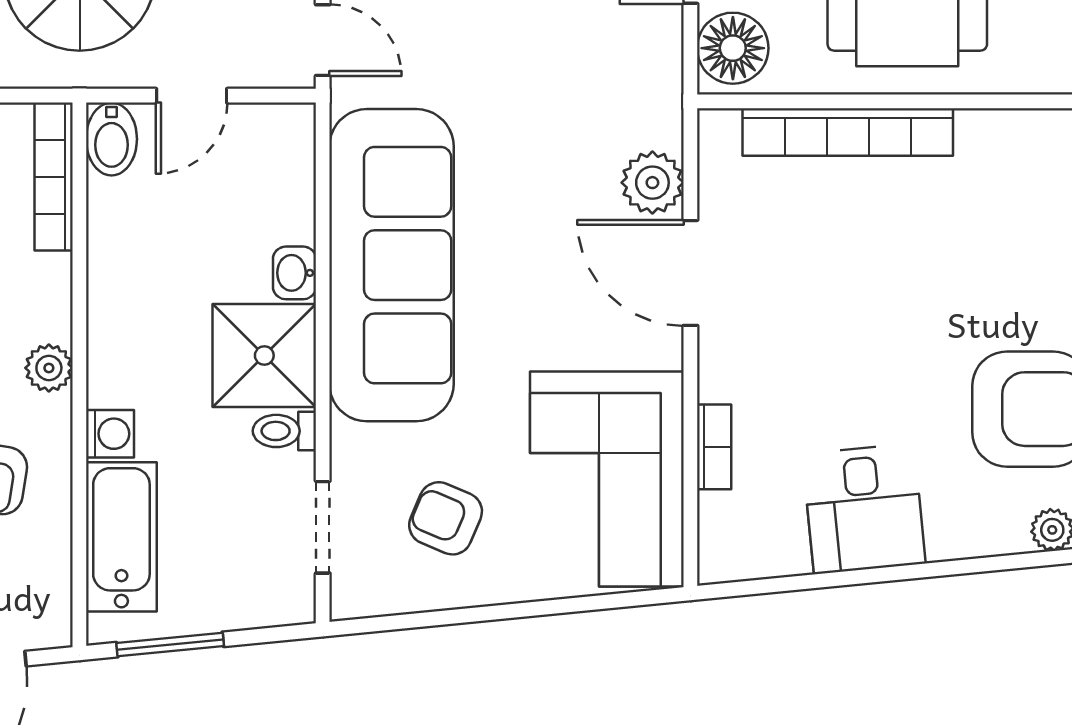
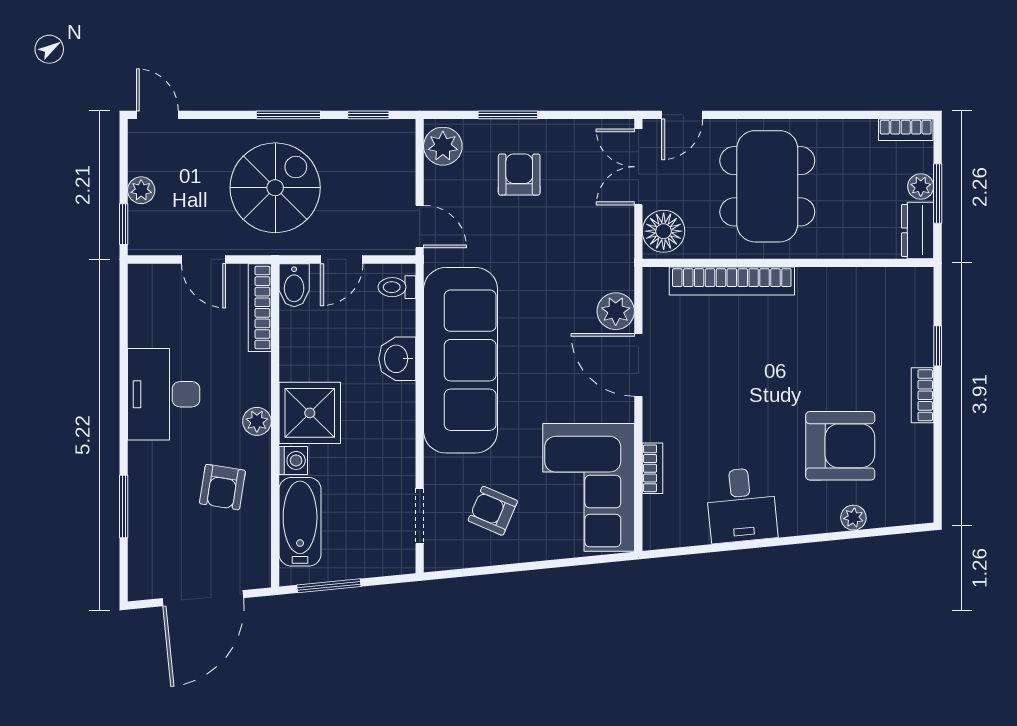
washbasin: (294, 273) -> (397, 359), width x1.38, depth x1.45
shower: (264, 356) -> (310, 413), moved
toilet: (284, 431) -> (397, 287), moved

